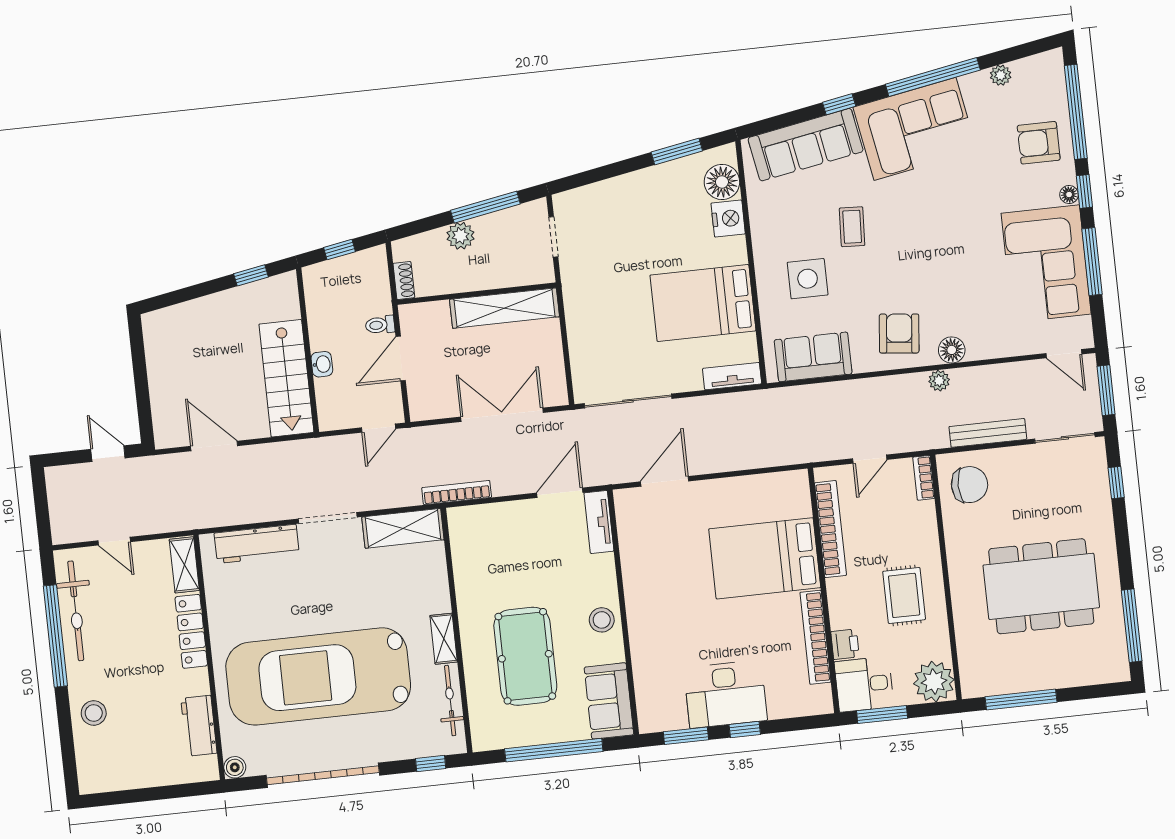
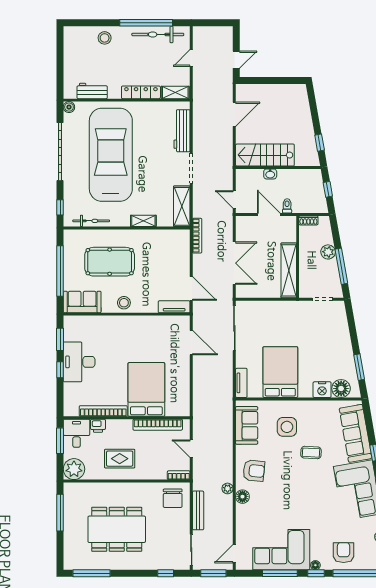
dining table: (1041, 586) -> (117, 529), turned 90
shelving: (444, 639) -> (143, 221), moved

